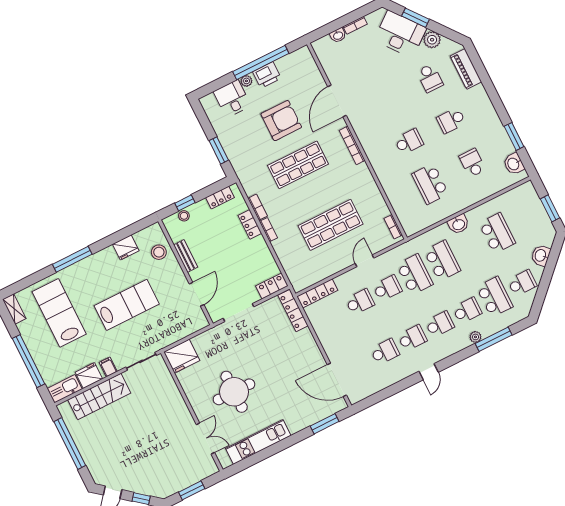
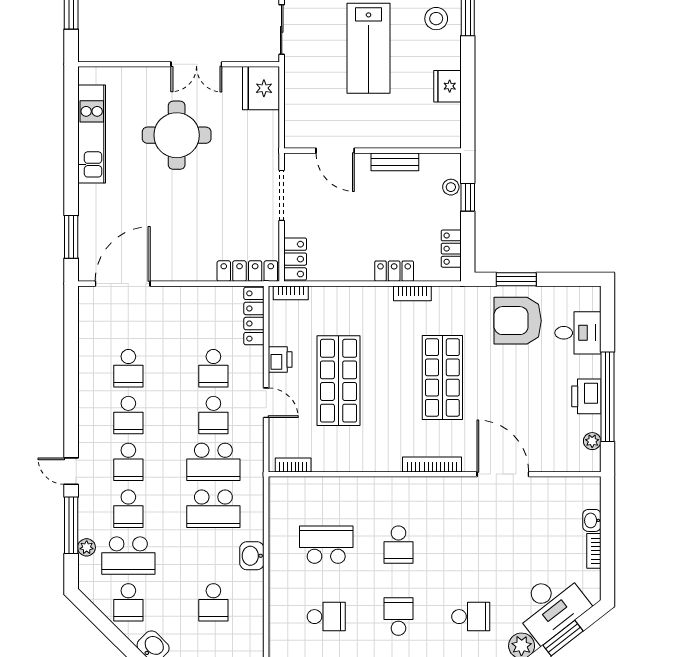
school desk: (430, 78) -> (471, 617), turned 180
plant: (246, 81) -> (592, 441), moved
armchair: (281, 121) -> (518, 321), moved, turned 90
bookcase: (268, 230) -> (291, 293), moved
school desk: (497, 233) -> (213, 602), width x0.54
stool: (159, 252) -> (436, 19), moved
printer: (335, 265) -> (280, 360), added
plant: (475, 337) -> (87, 547), moved
door: (429, 372) -> (71, 471), moved
double door: (205, 438) -> (196, 64), moved

